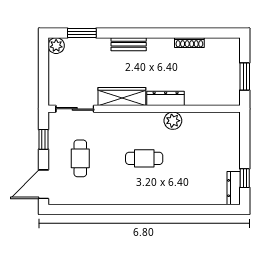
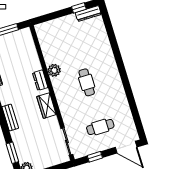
wardrobe: (122, 97) -> (46, 106), width x0.67
dresser: (166, 98) -> (40, 80), width x0.70

